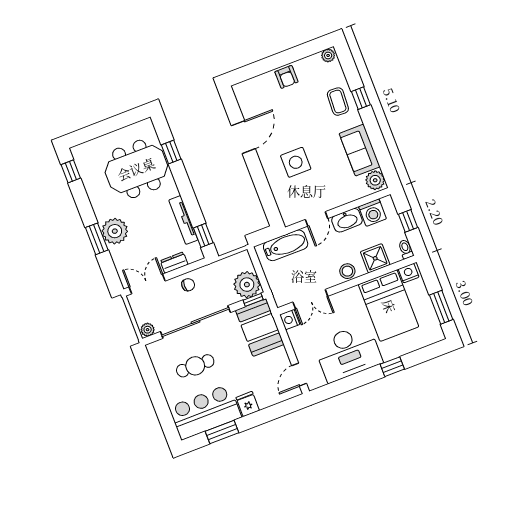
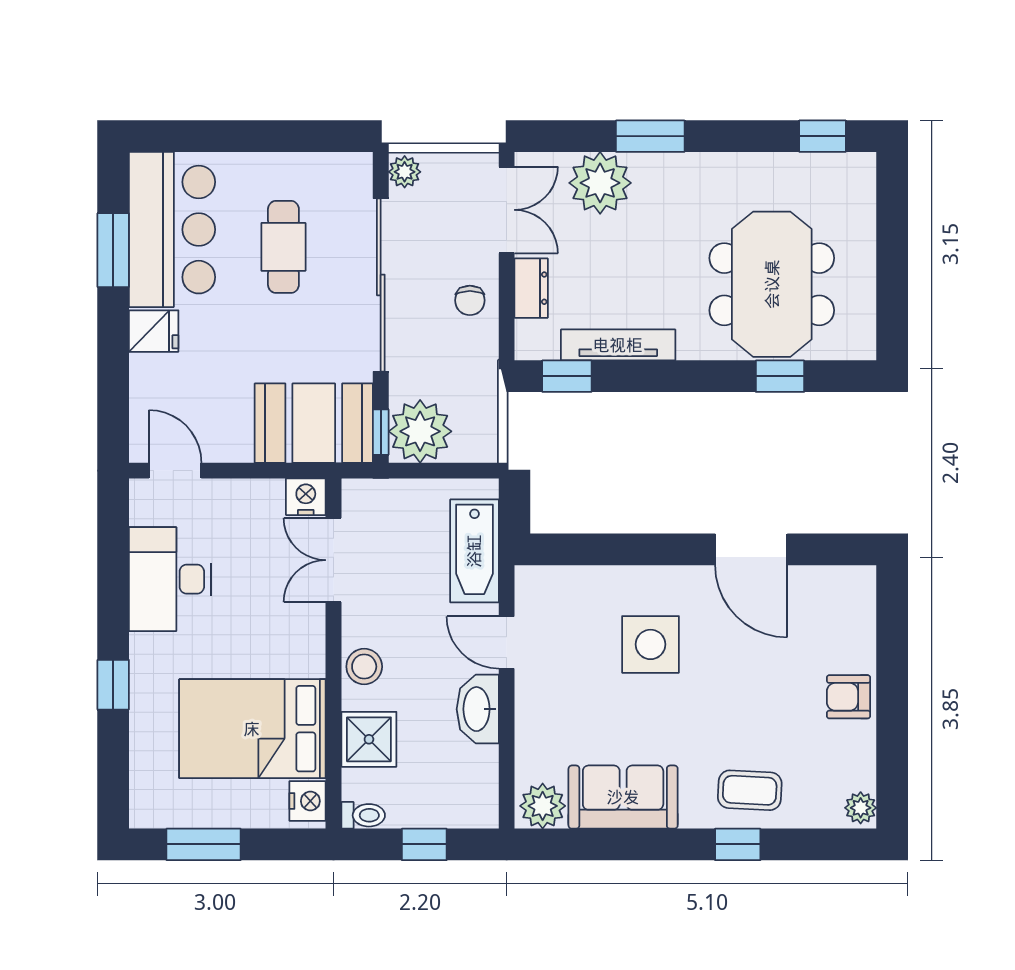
washing machine: (373, 213) -> (473, 772), removed
plant: (115, 231) -> (600, 183), moved
desk: (348, 353) -> (170, 579), width x0.73, depth x0.77

